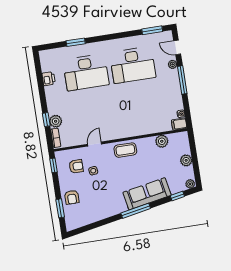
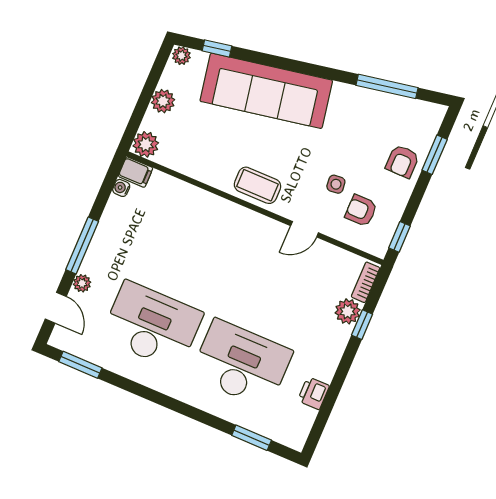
window: (76, 42) -> (252, 438), moved
plant: (162, 141) -> (146, 144), moved
sofa: (147, 194) -> (266, 91), width x1.36, depth x1.27
armchair: (72, 197) -> (402, 161), turned 180
window: (136, 211) -> (387, 86), moved

